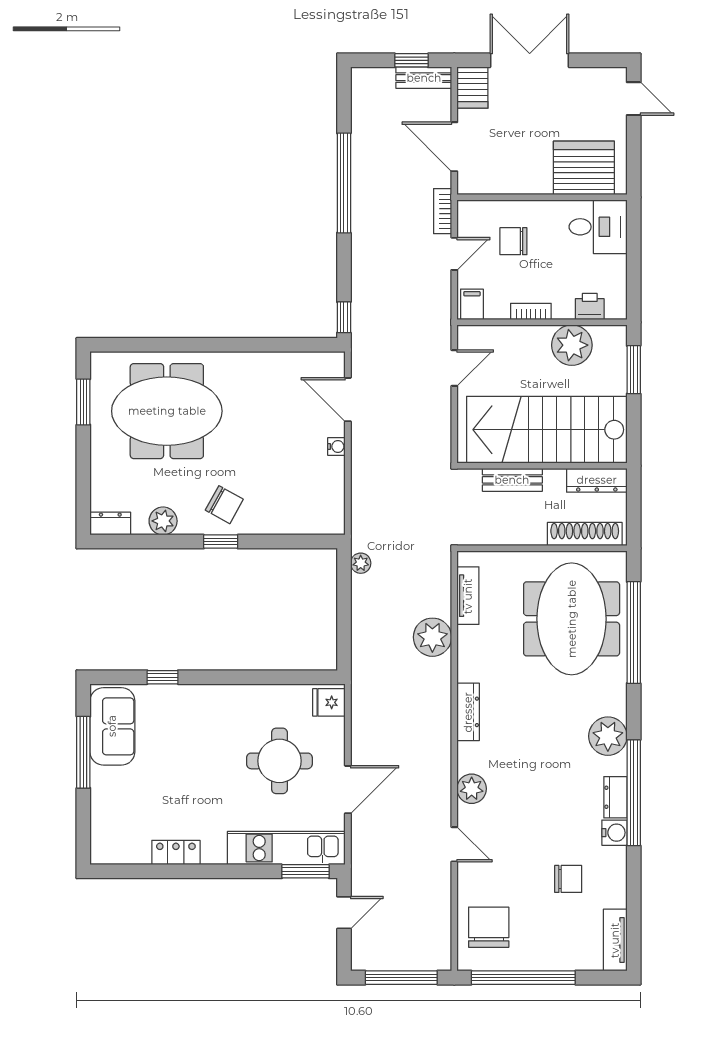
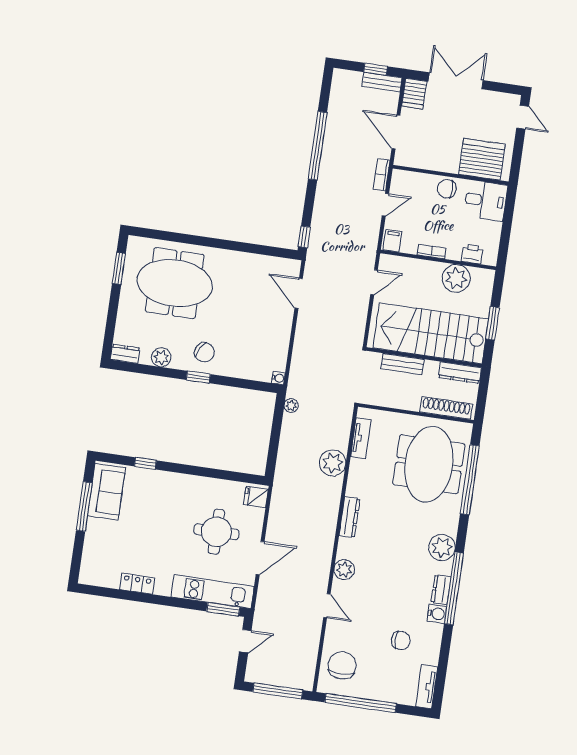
chair: (513, 241) -> (447, 189), moved
window: (634, 370) -> (493, 323), moved
water cooler: (336, 446) -> (278, 378), moved

